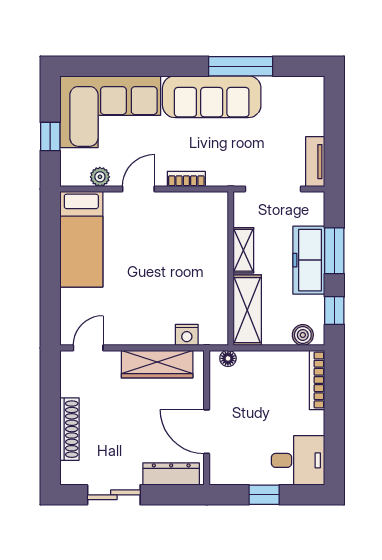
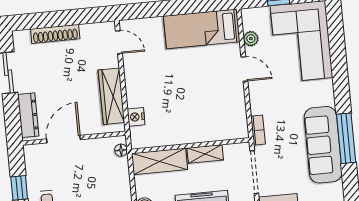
sofa: (212, 97) -> (323, 145), moved
bookcase: (186, 179) -> (258, 130), moved

